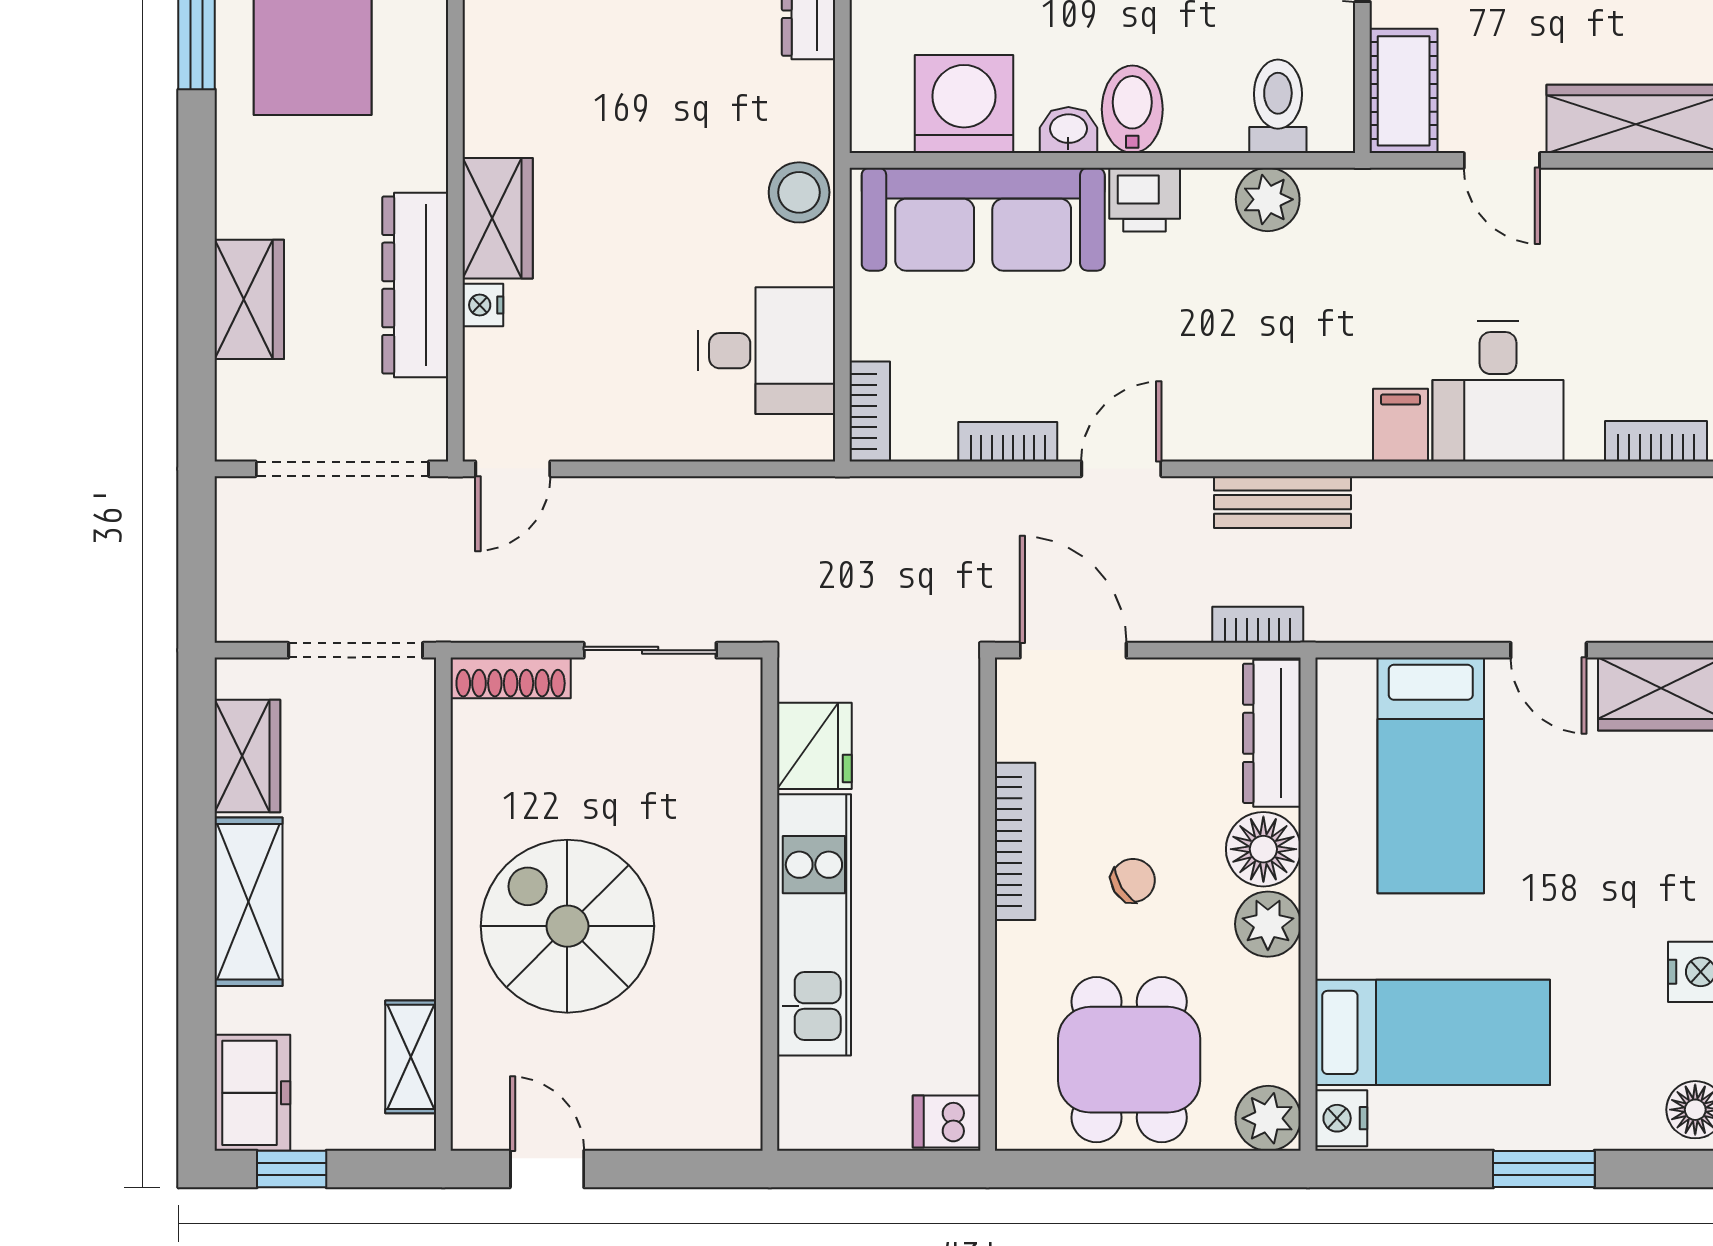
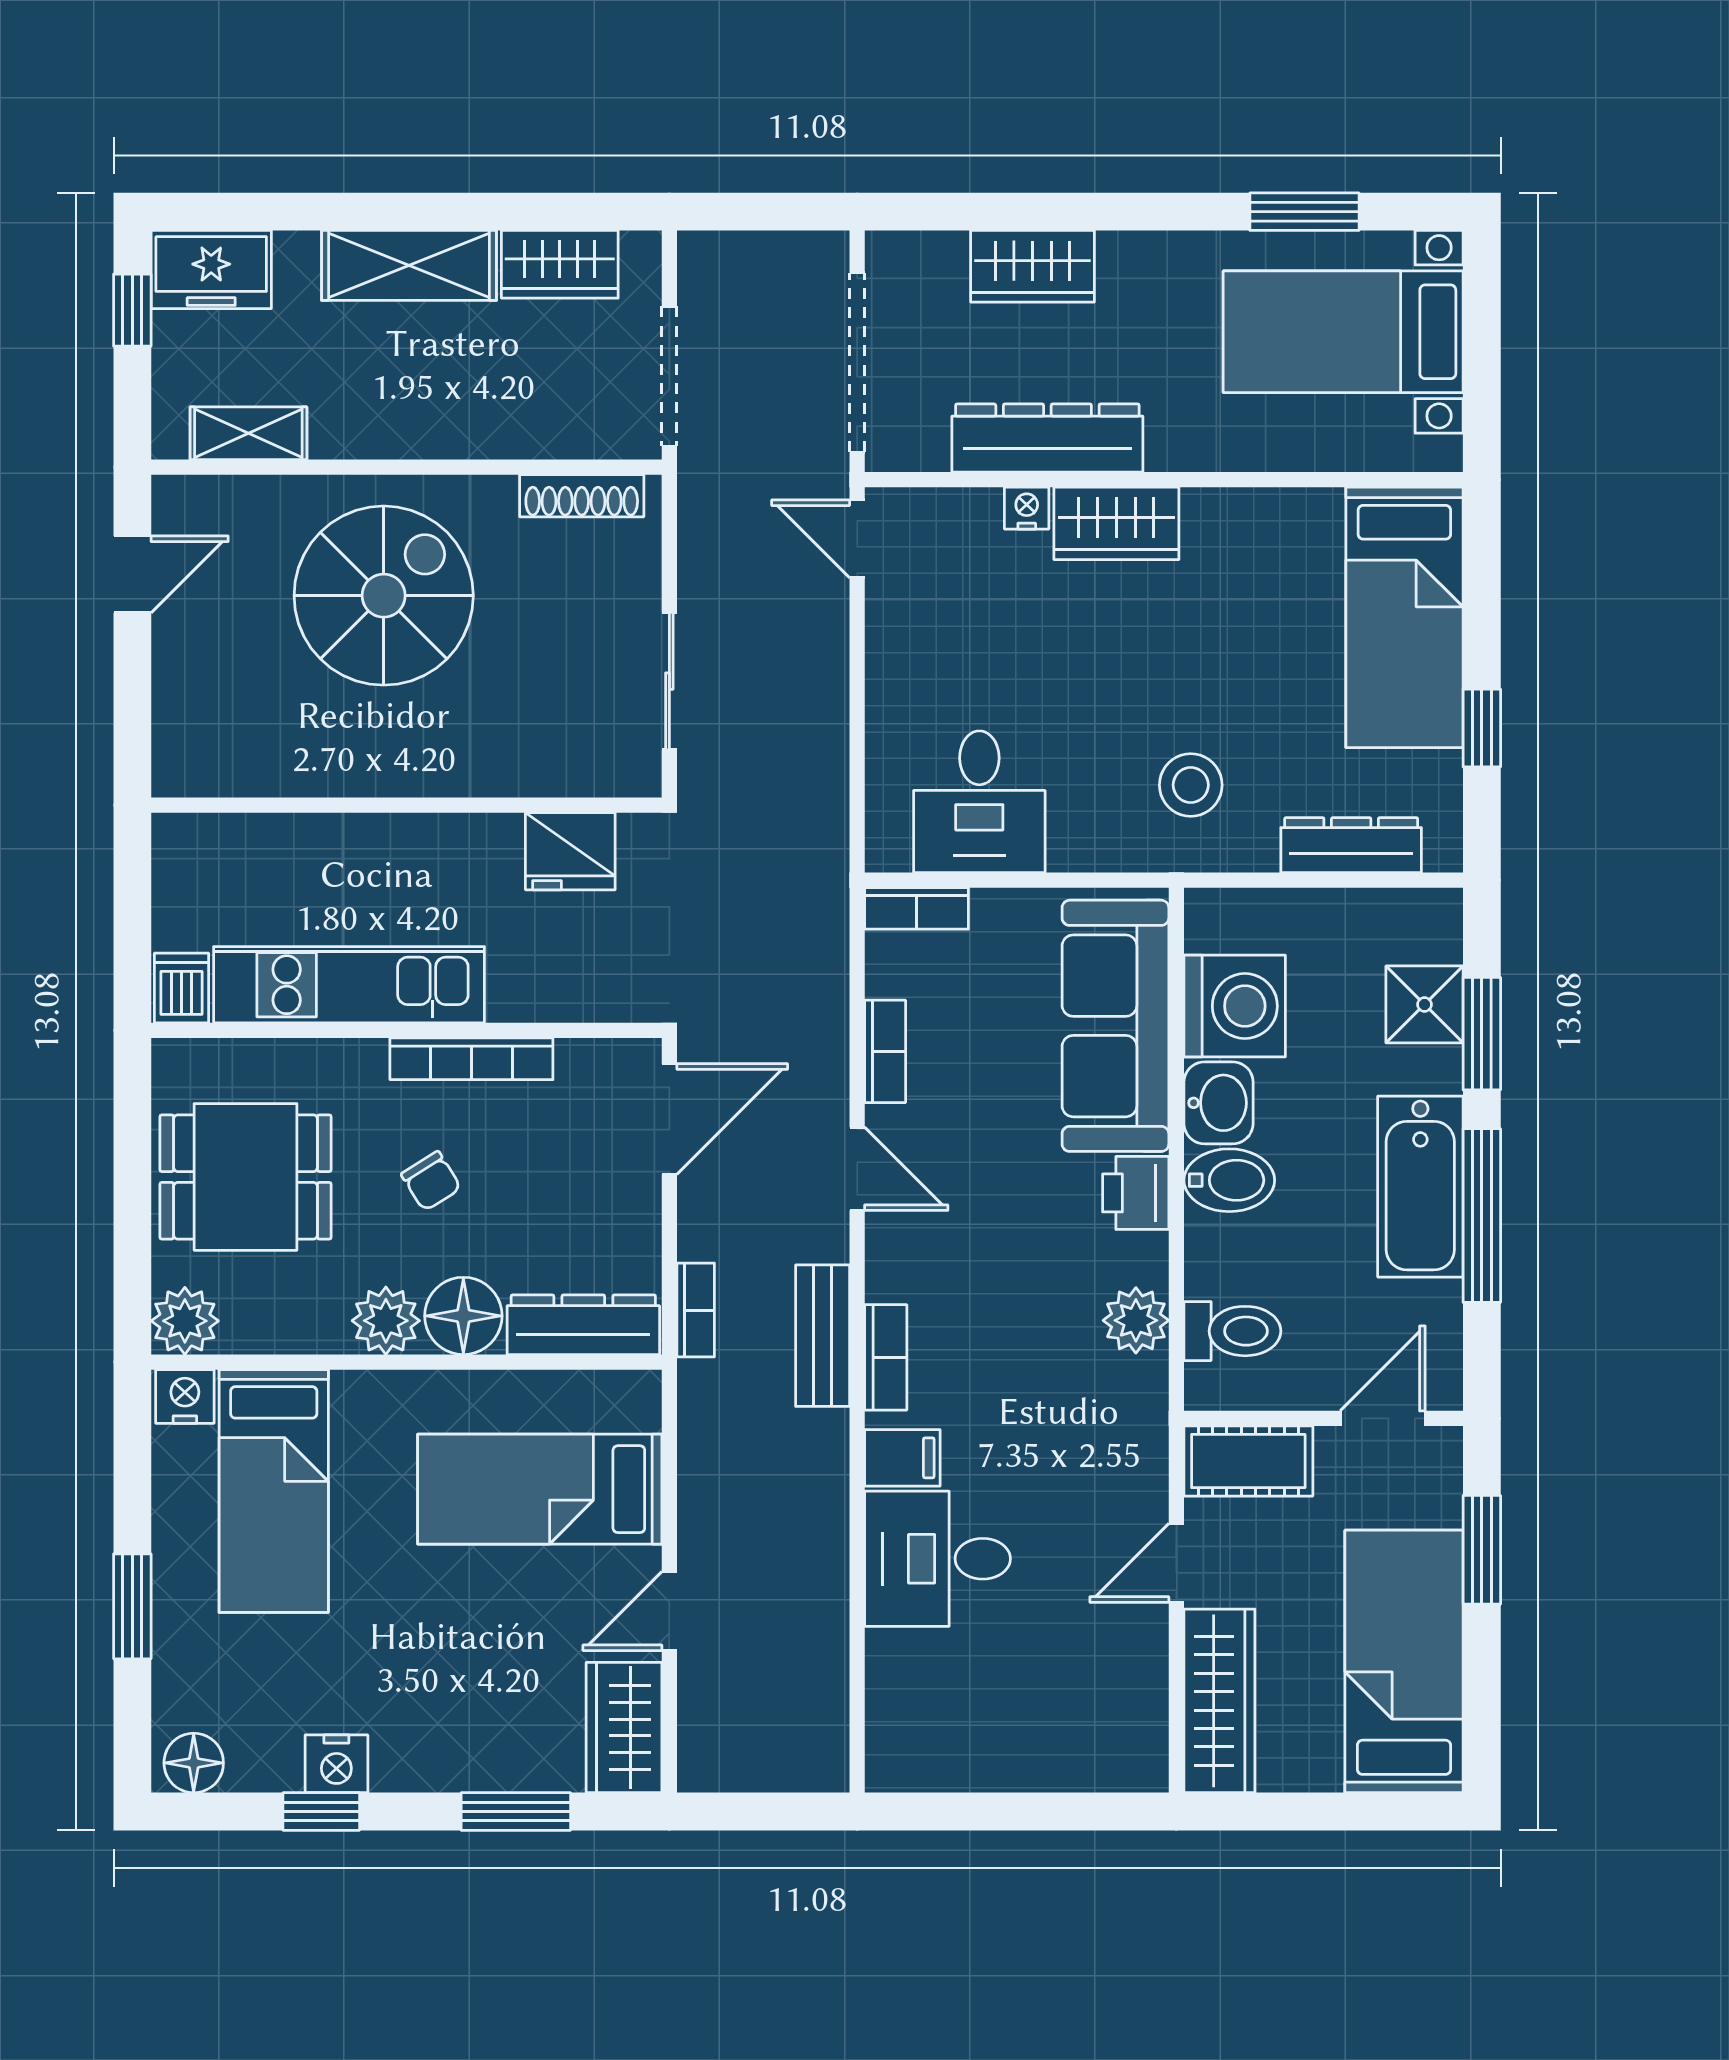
washbasin: (1068, 130) -> (1219, 1103), width x1.38, depth x1.45
stool: (799, 192) -> (1191, 785), moved
bookcase: (1656, 441) -> (886, 1357), moved
shoe rack: (511, 678) -> (582, 496), moved, turned -90
kitchen unit: (814, 925) -> (349, 985), moved, turned 180

